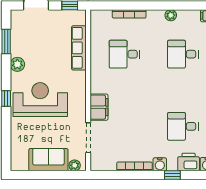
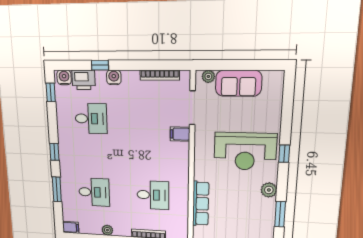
filing cabinet: (99, 107) -> (180, 134), width x0.50
bookcase: (134, 166) -> (160, 75), moved

